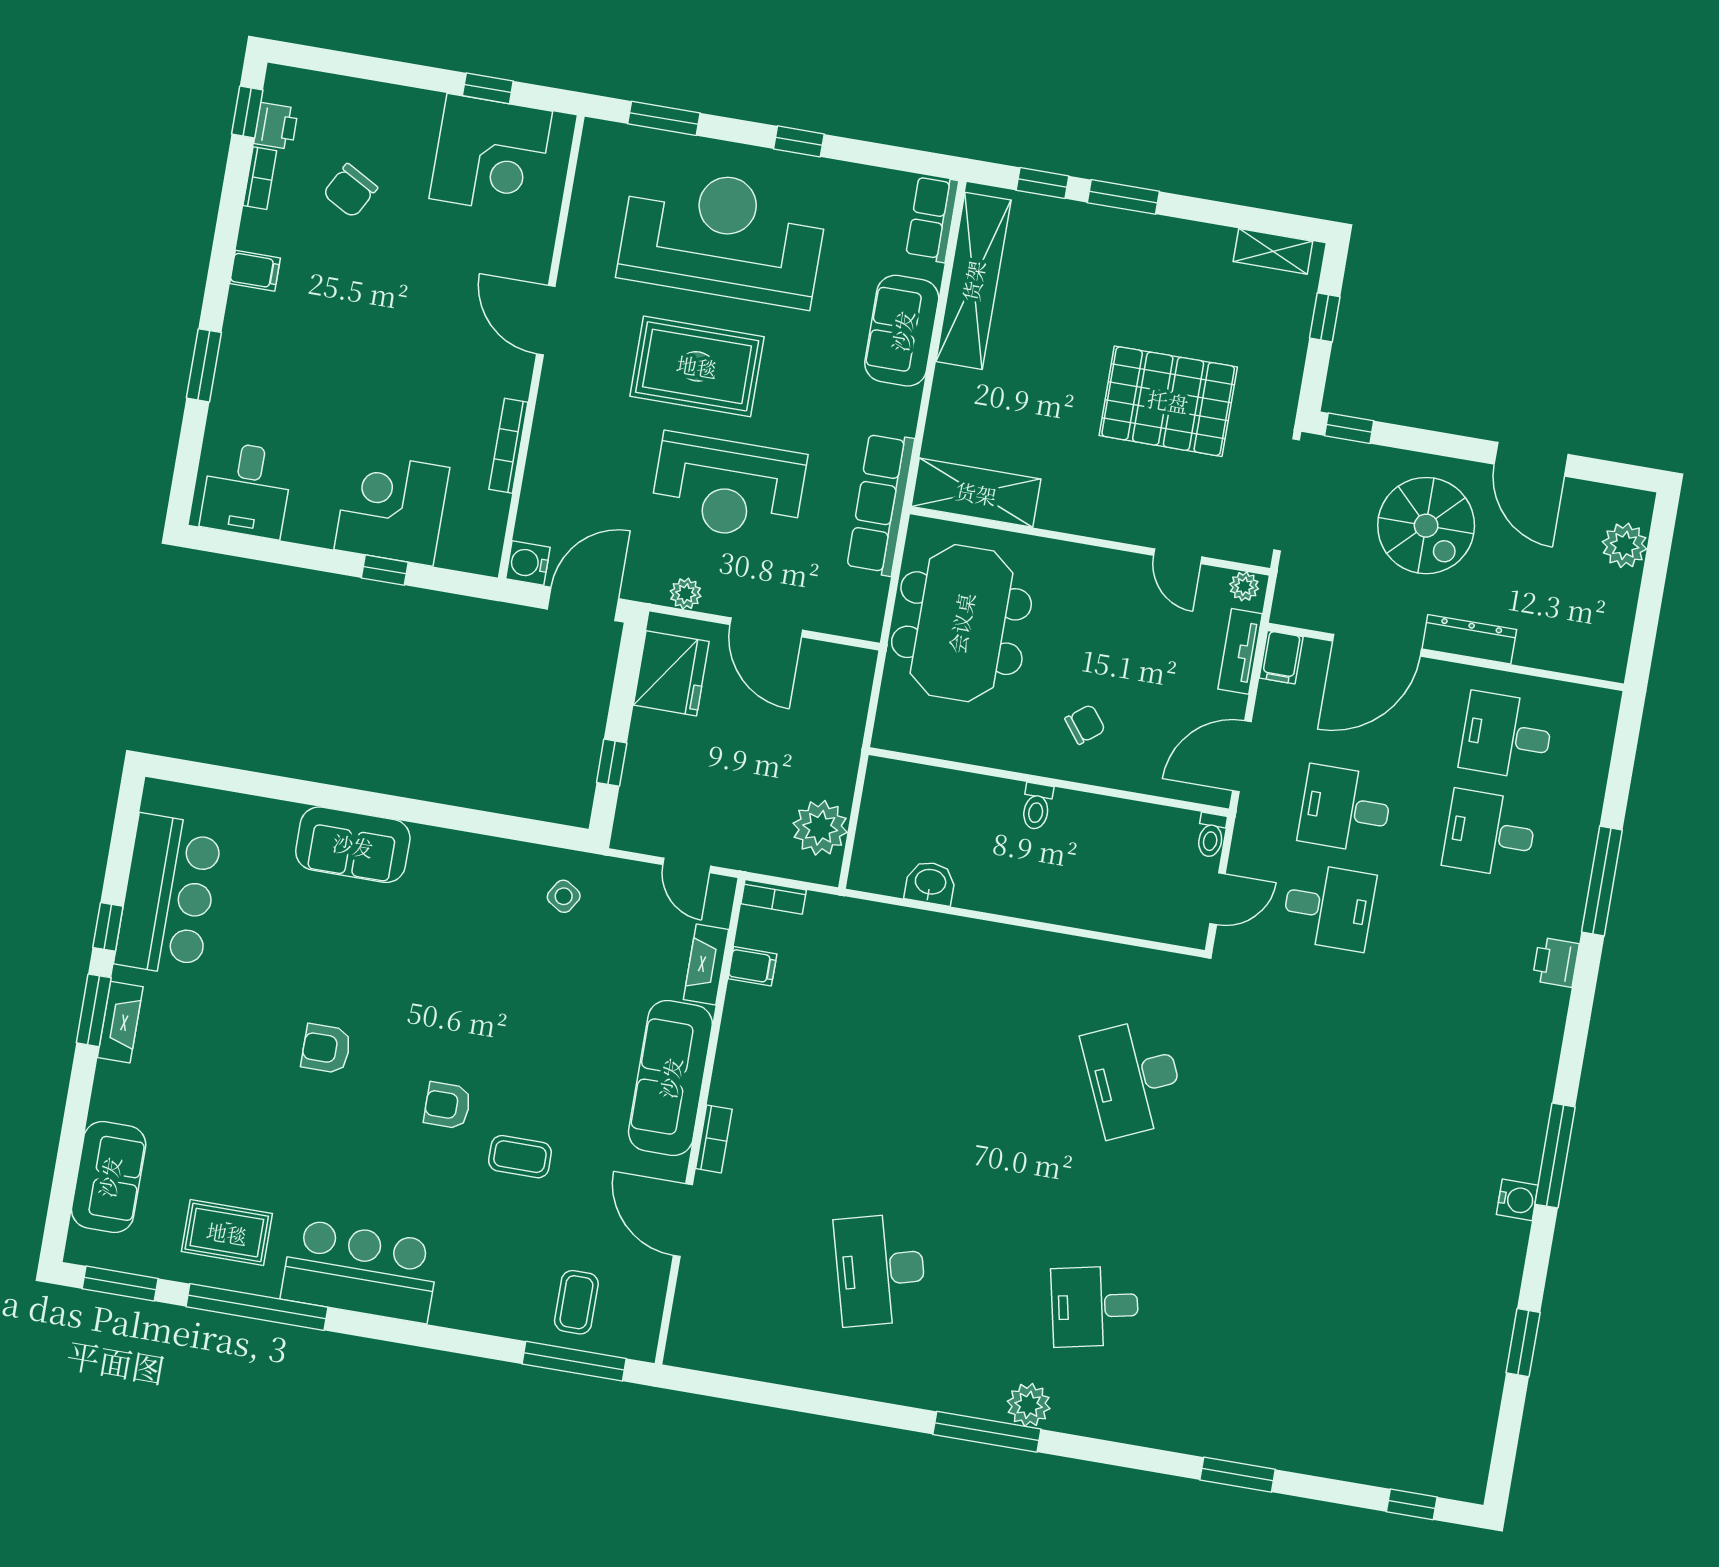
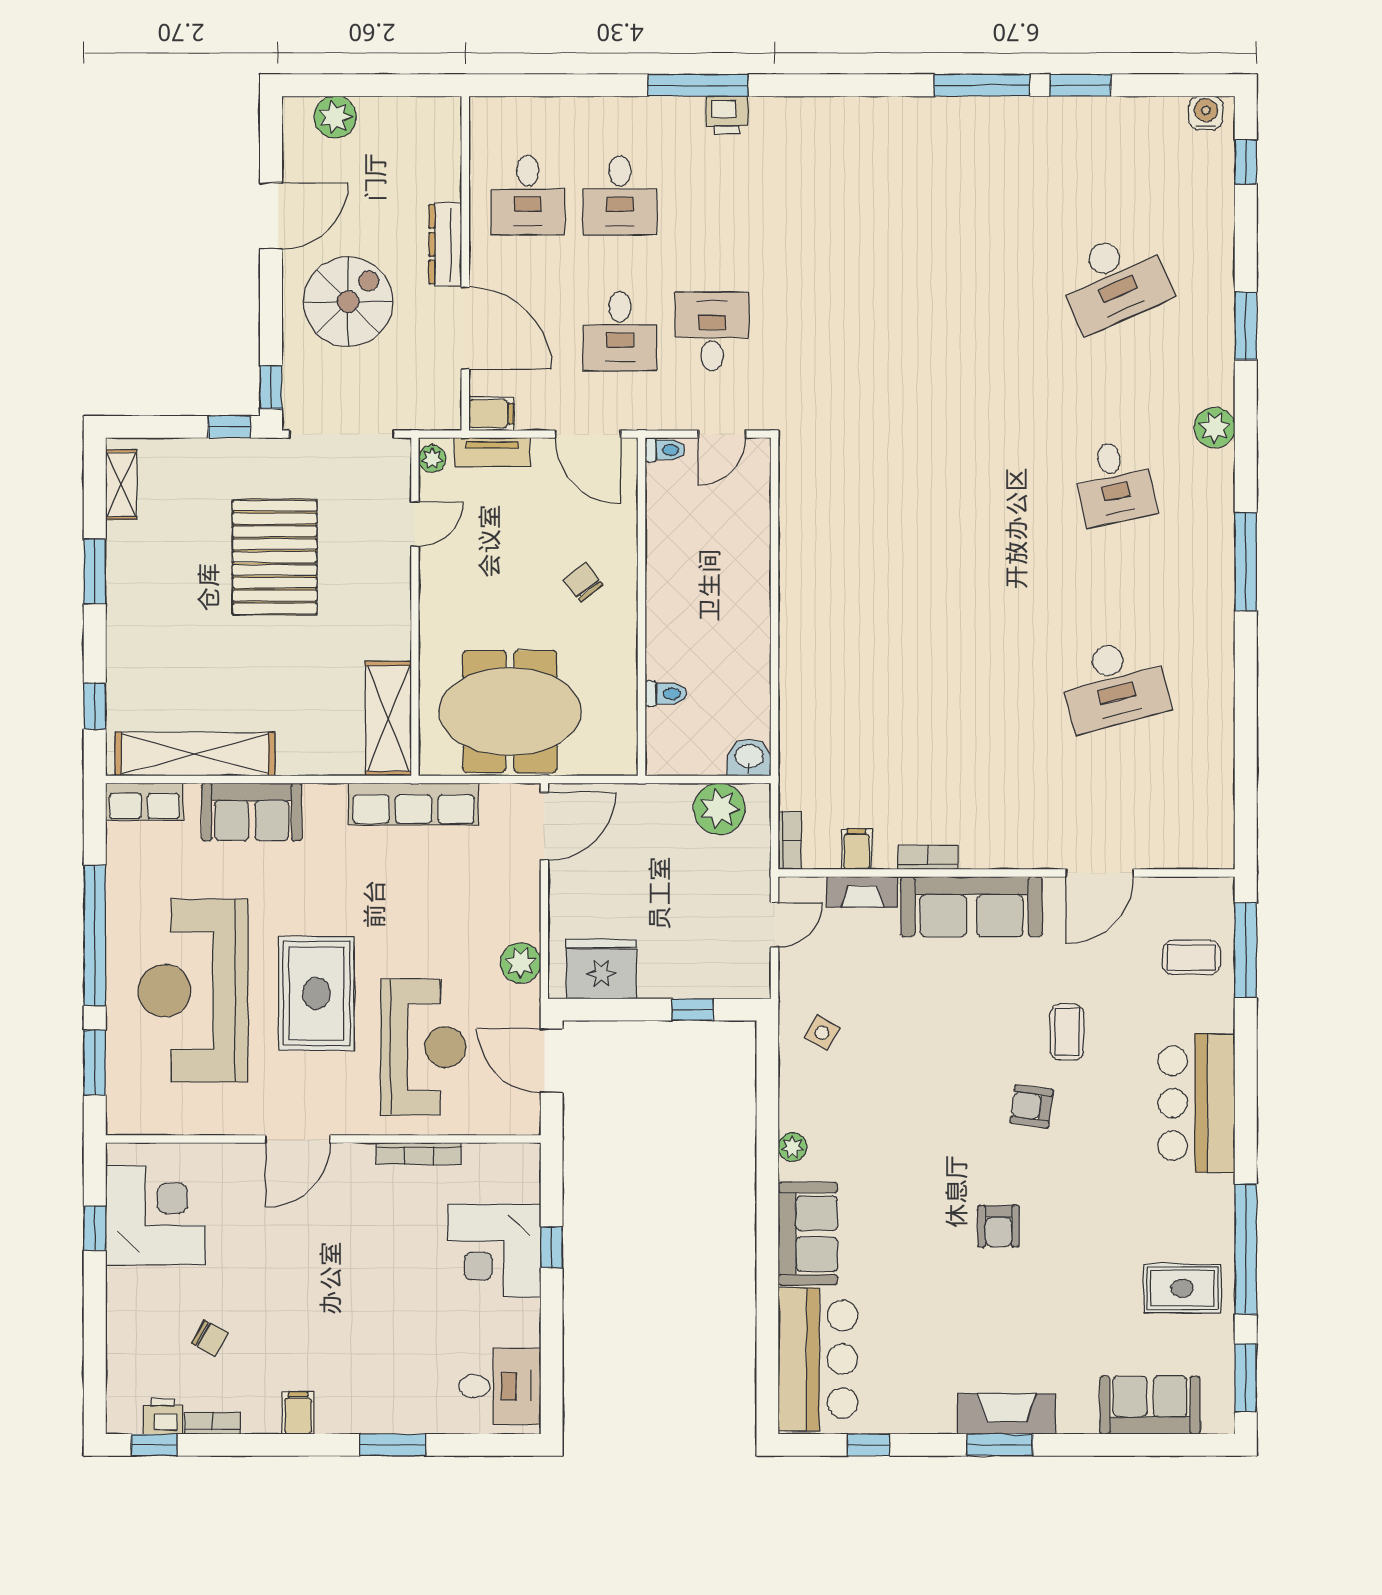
window: (799, 141) -> (95, 935), width x3.17
chair: (350, 191) -> (210, 1338), width x0.73, depth x0.73
window: (1123, 197) -> (95, 572), moved
window: (1325, 317) -> (229, 427), moved
reception desk: (728, 487) -> (423, 1047), moved
water cooler: (528, 563) -> (523, 1118), removed
plant: (686, 594) -> (521, 963), width x1.38, depth x1.38
door: (766, 627) -> (544, 826), moved
toilet: (1037, 806) -> (666, 694), moved
plant: (447, 844) -> (793, 1147), added
window: (1602, 881) -> (698, 85), moved
washbasin: (930, 883) -> (749, 757), moved, turned 90
bar counter: (168, 895) -> (818, 1359), moved, turned 90
door: (1218, 899) -> (722, 434), swing flipped
window: (108, 927) -> (868, 1445), moved
fireplace: (120, 1022) -> (1006, 1414), width x1.37, depth x1.32
desk: (1134, 1078) -> (1114, 281), moved
armchair: (447, 1105) -> (1032, 1106), turned 98
bookcase: (714, 1139) -> (928, 857), moved
window: (1555, 1156) -> (982, 85), moved
water cooler: (1517, 1200) -> (1206, 113), moved
rug: (227, 1233) -> (1182, 1288), turned 90
bar counter: (360, 1271) -> (1197, 1103), moved
plant: (1029, 1405) -> (1215, 428), moved

